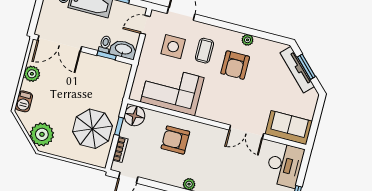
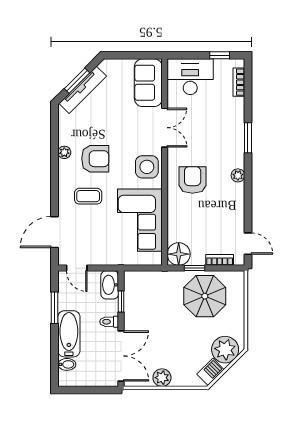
toilet: (105, 44) -> (109, 322), moved
side table: (173, 47) -> (147, 167), moved
barbecue: (24, 101) -> (210, 372), moved, turned -45
armchair: (175, 140) -> (193, 180), moved, turned 180

